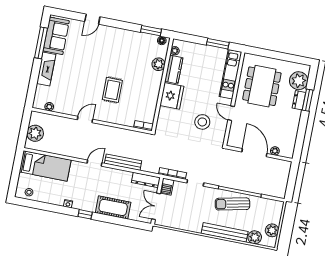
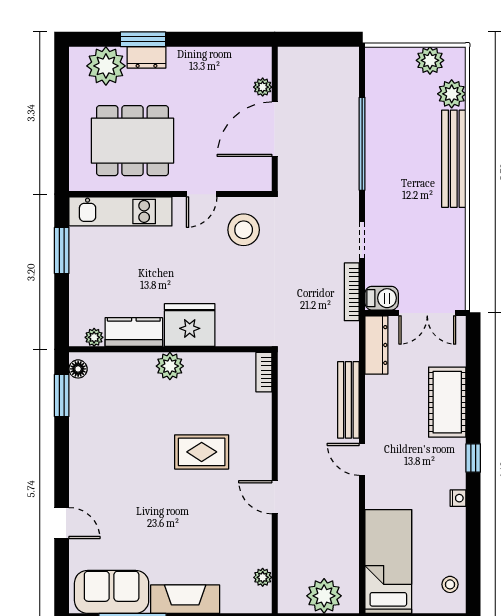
plant: (159, 64) -> (170, 366), moved
stool: (202, 122) -> (244, 230), moved
sun lounger: (232, 204) -> (391, 154), removed

